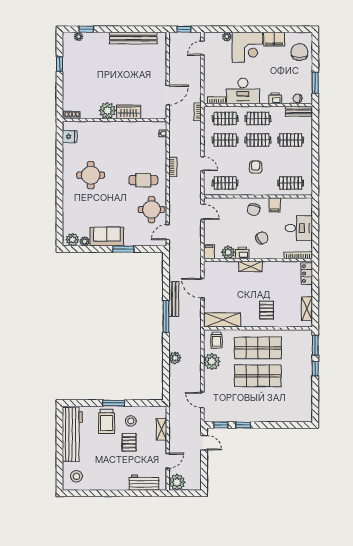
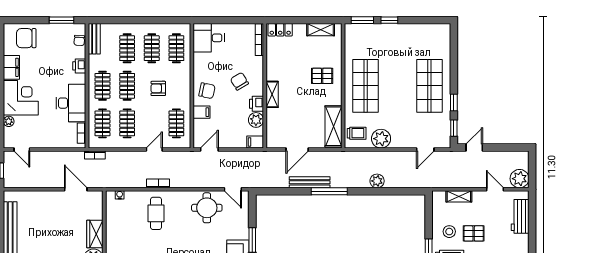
clothes rail: (291, 161) -> (152, 48), added
cafe table: (143, 180) -> (156, 213), moved
filing cabinet: (275, 205) -> (202, 112), moved
desk: (299, 228) -> (209, 38), moved, turned -90
shop shelf: (258, 376) -> (429, 86), moved

